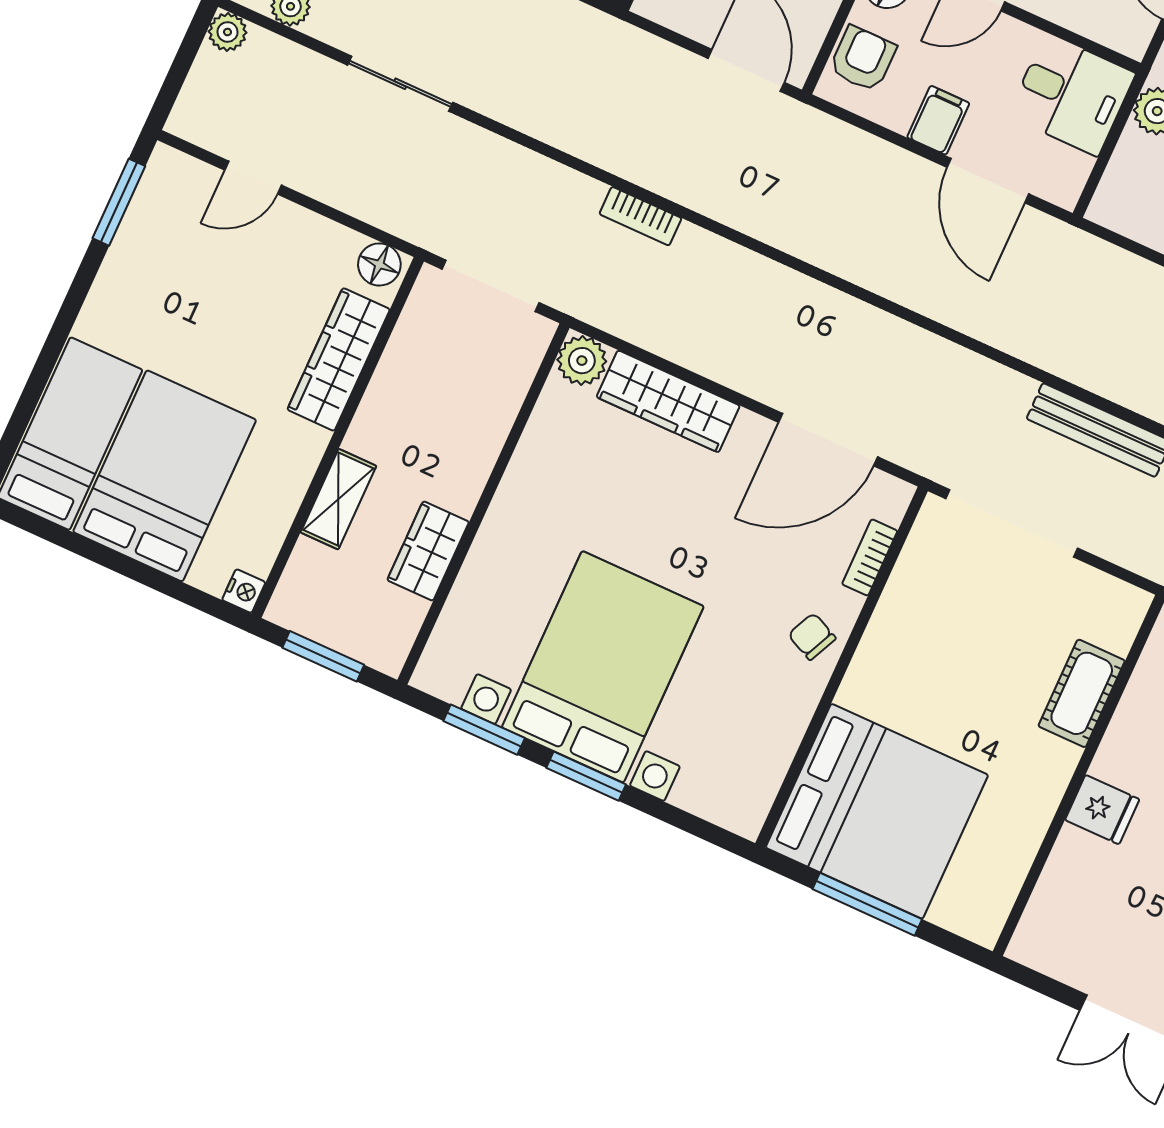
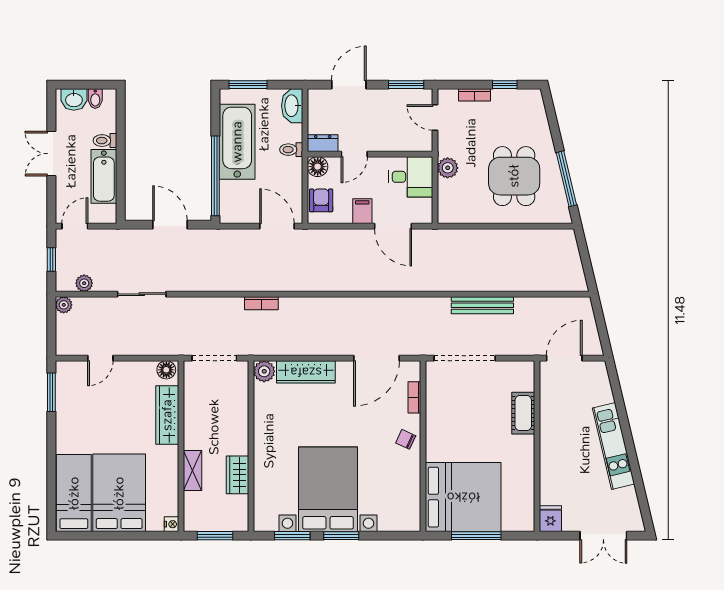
fridge: (1102, 810) -> (550, 519), moved, turned -90

